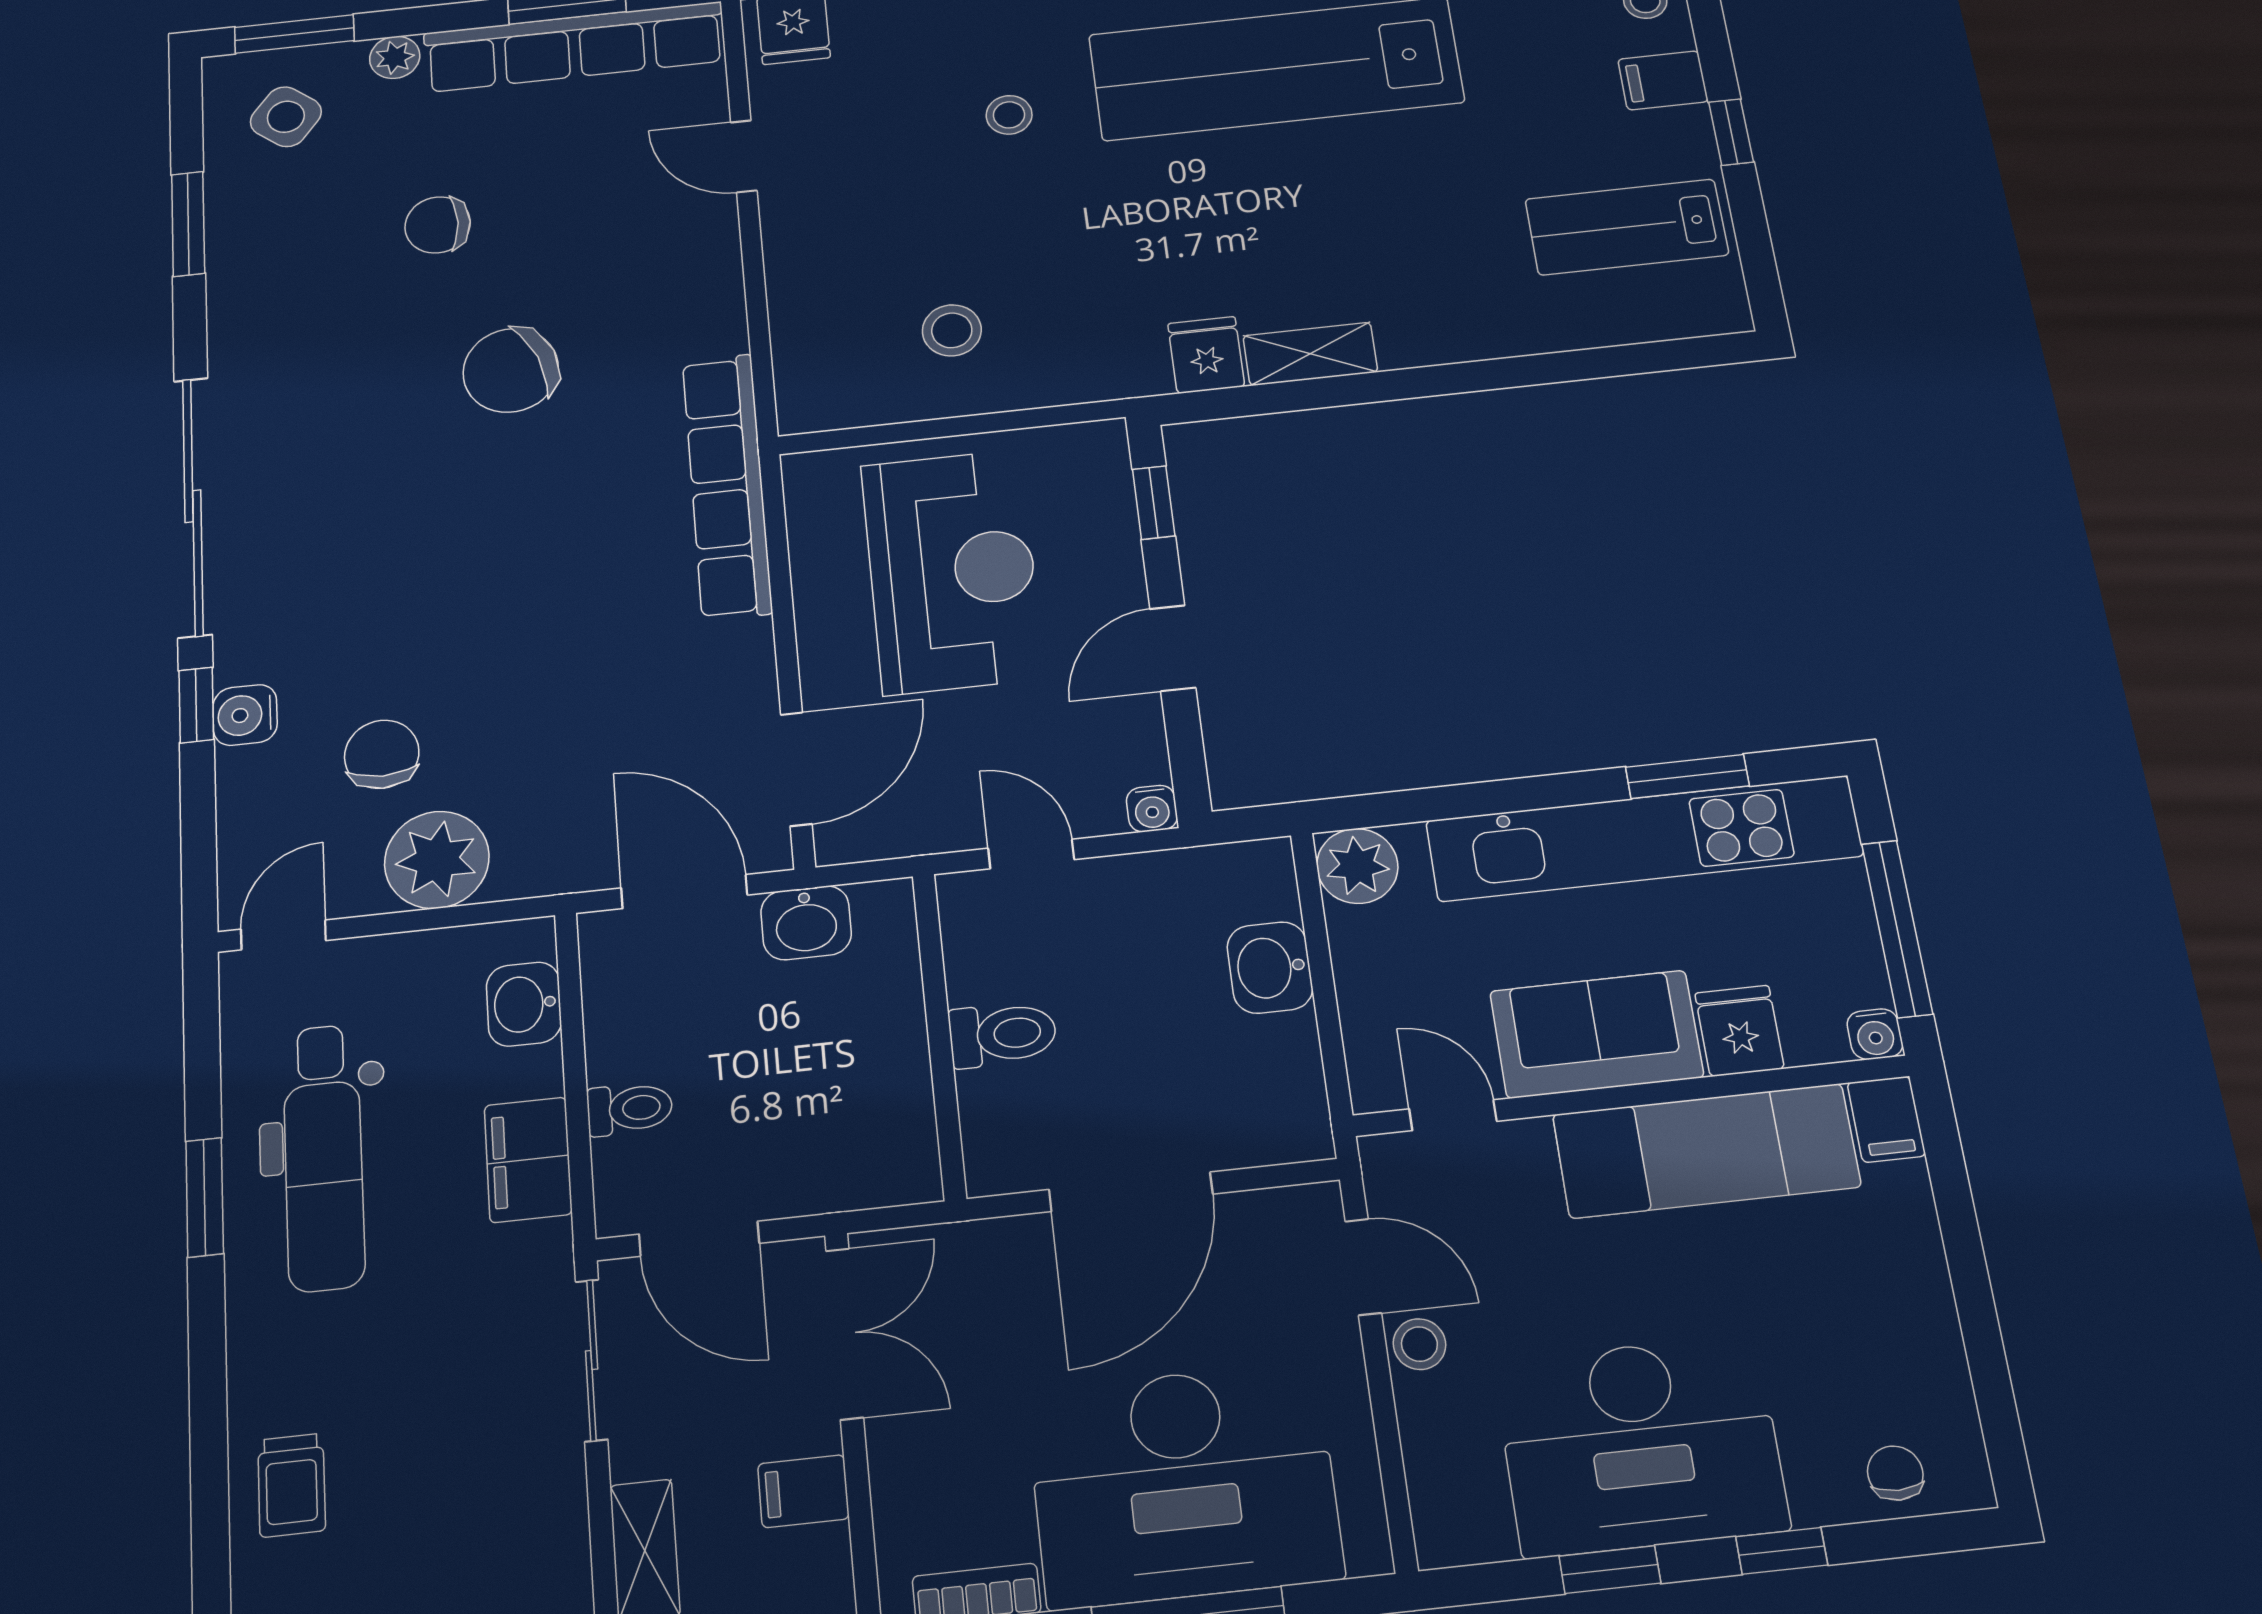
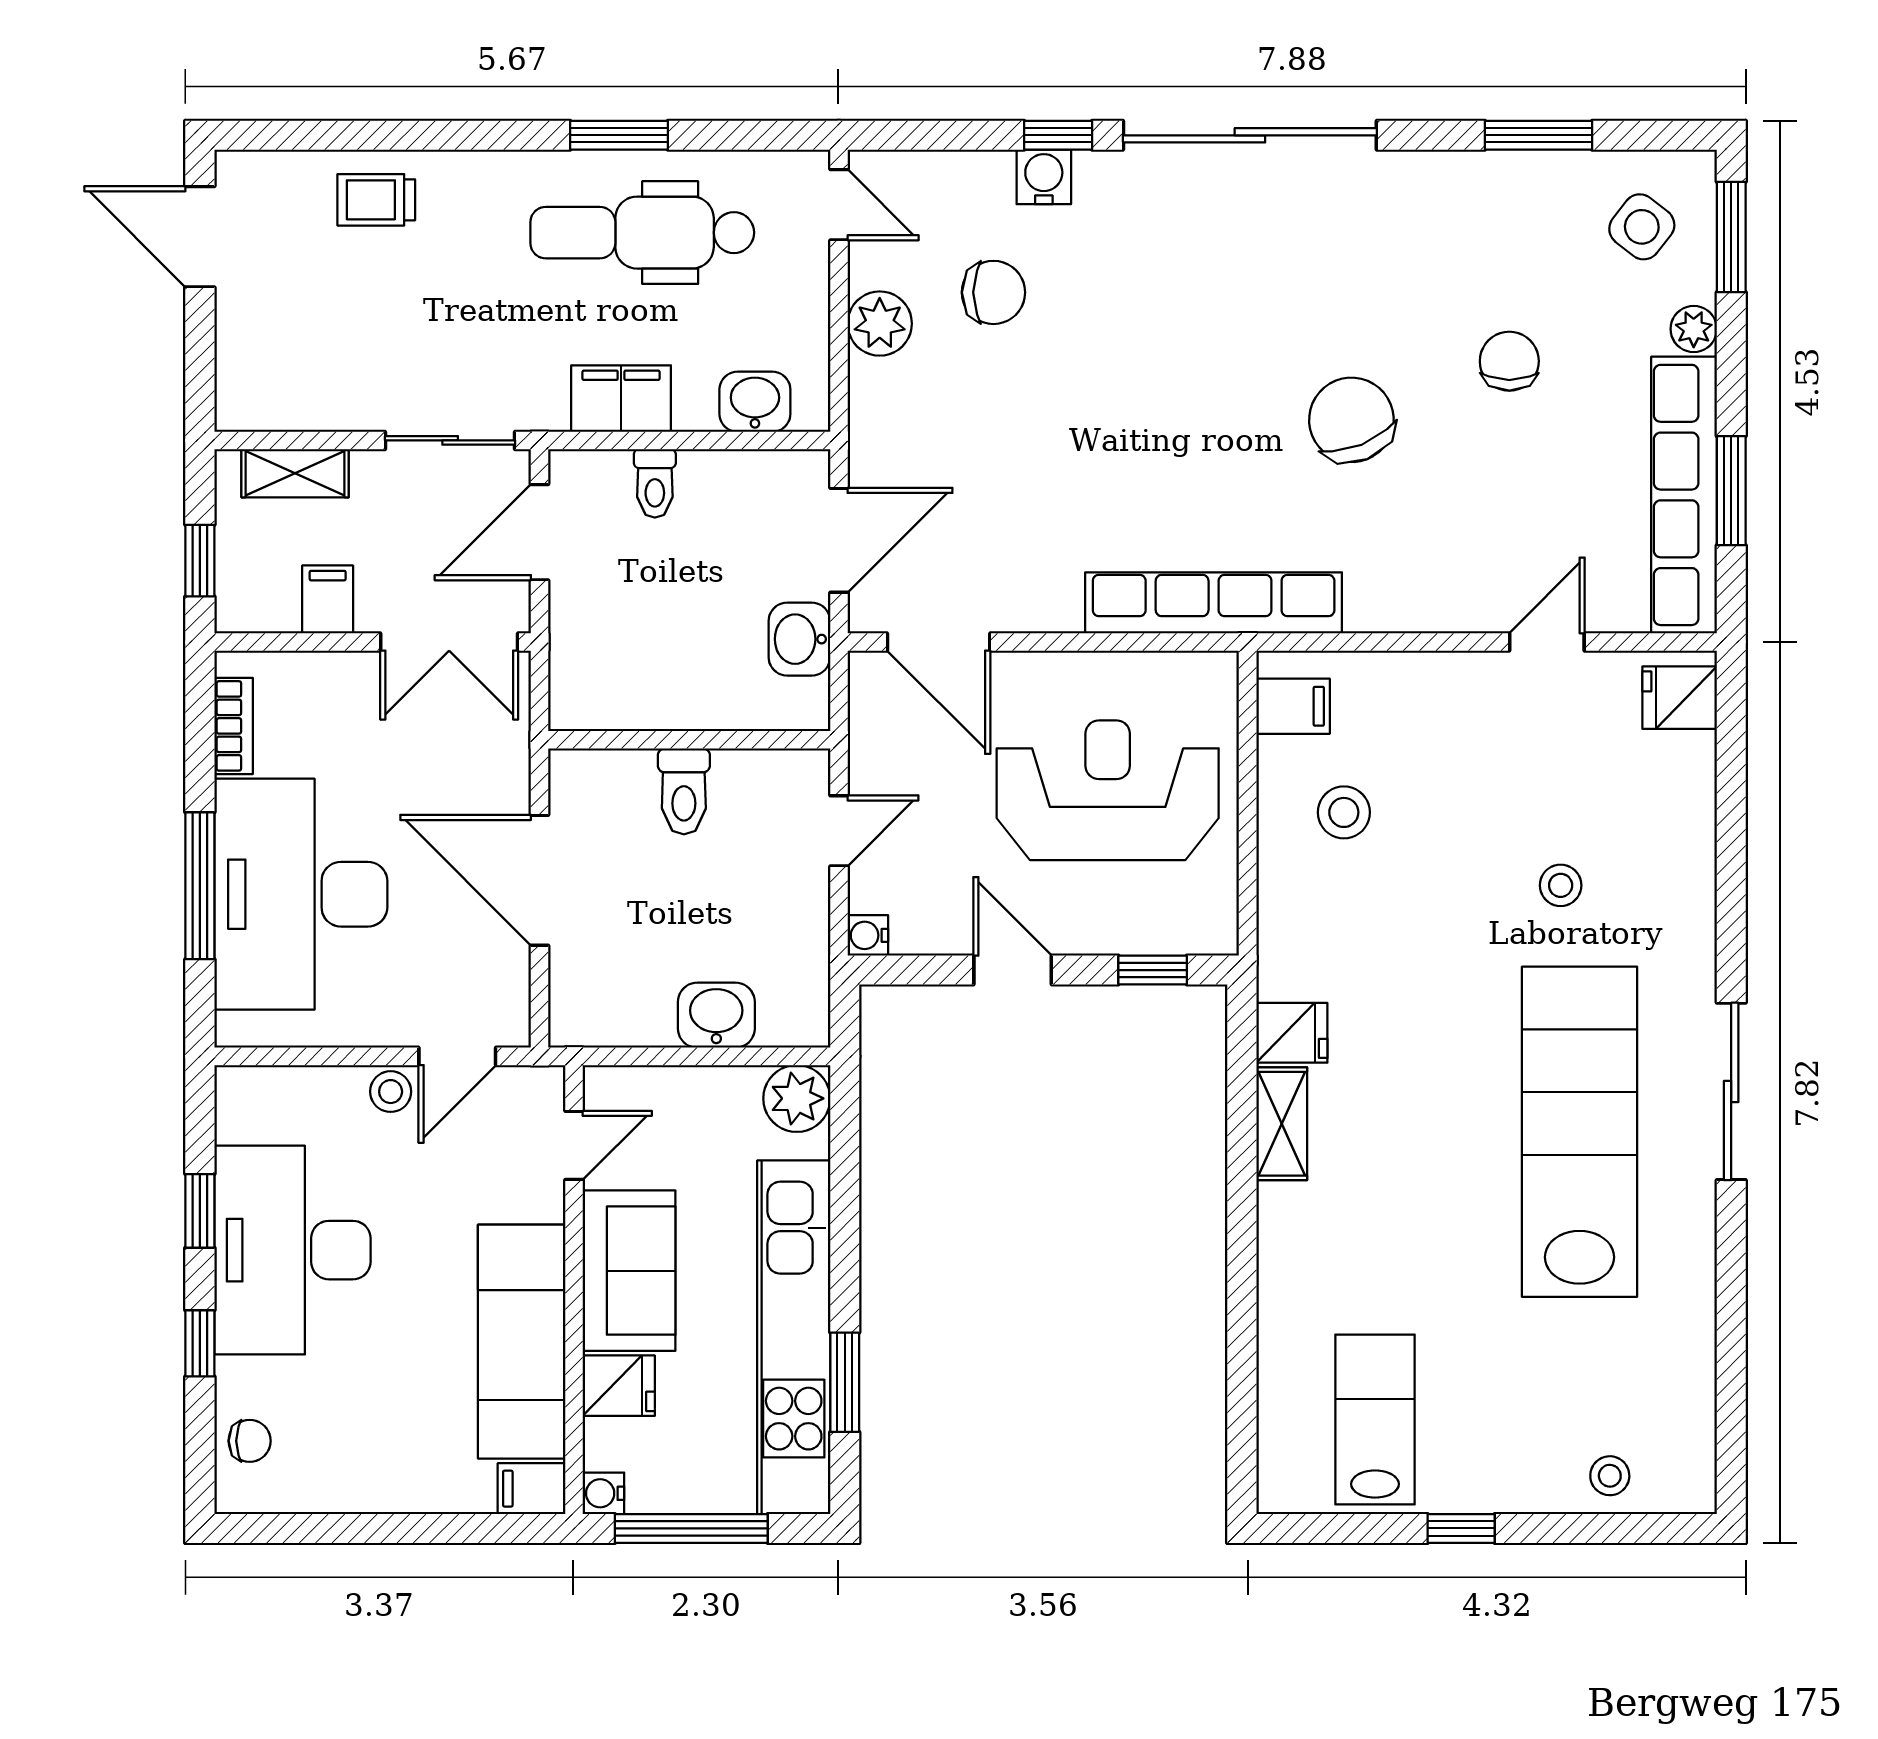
filing cabinet: (1663, 80) -> (1293, 706), moved, turned 90
reception desk: (952, 571) -> (1108, 790), turned 180
plant: (437, 860) -> (880, 324), width x0.73, depth x0.73

